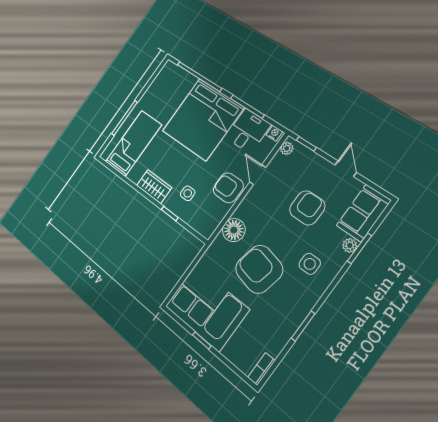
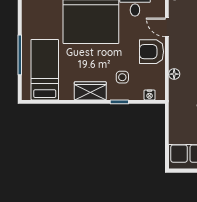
nightstand: (198, 226) -> (150, 95), added
floor lamp: (234, 230) -> (174, 74), width x0.53, depth x0.53

